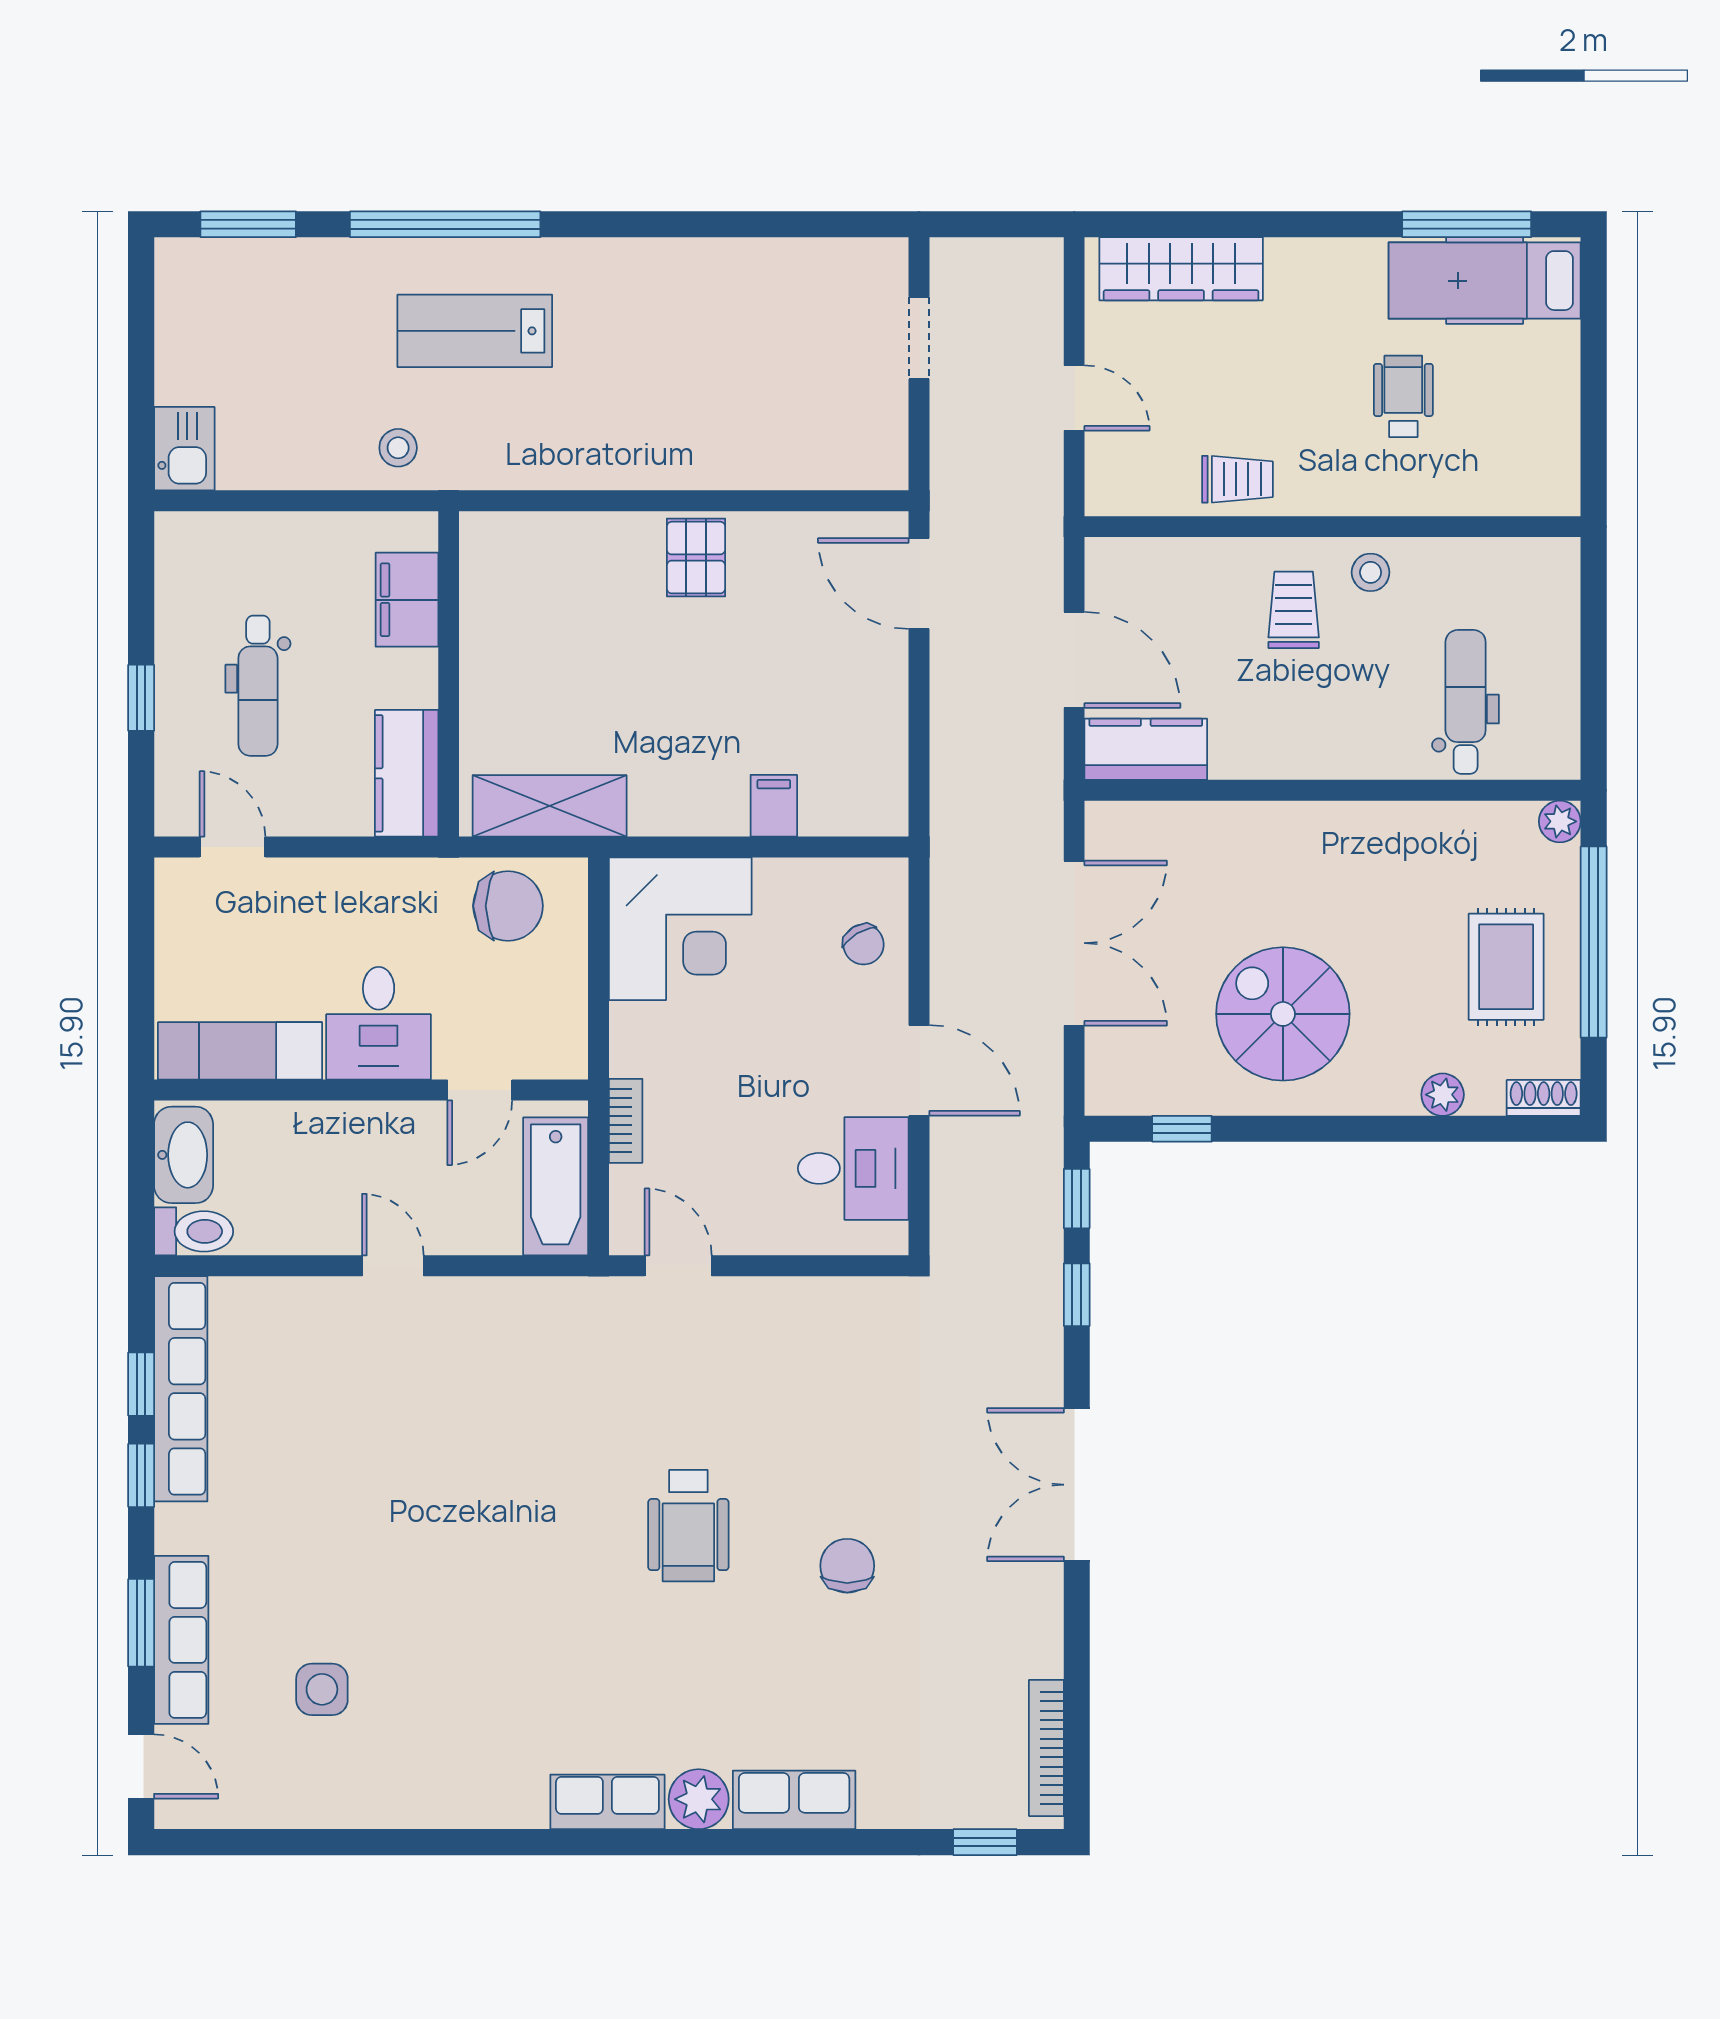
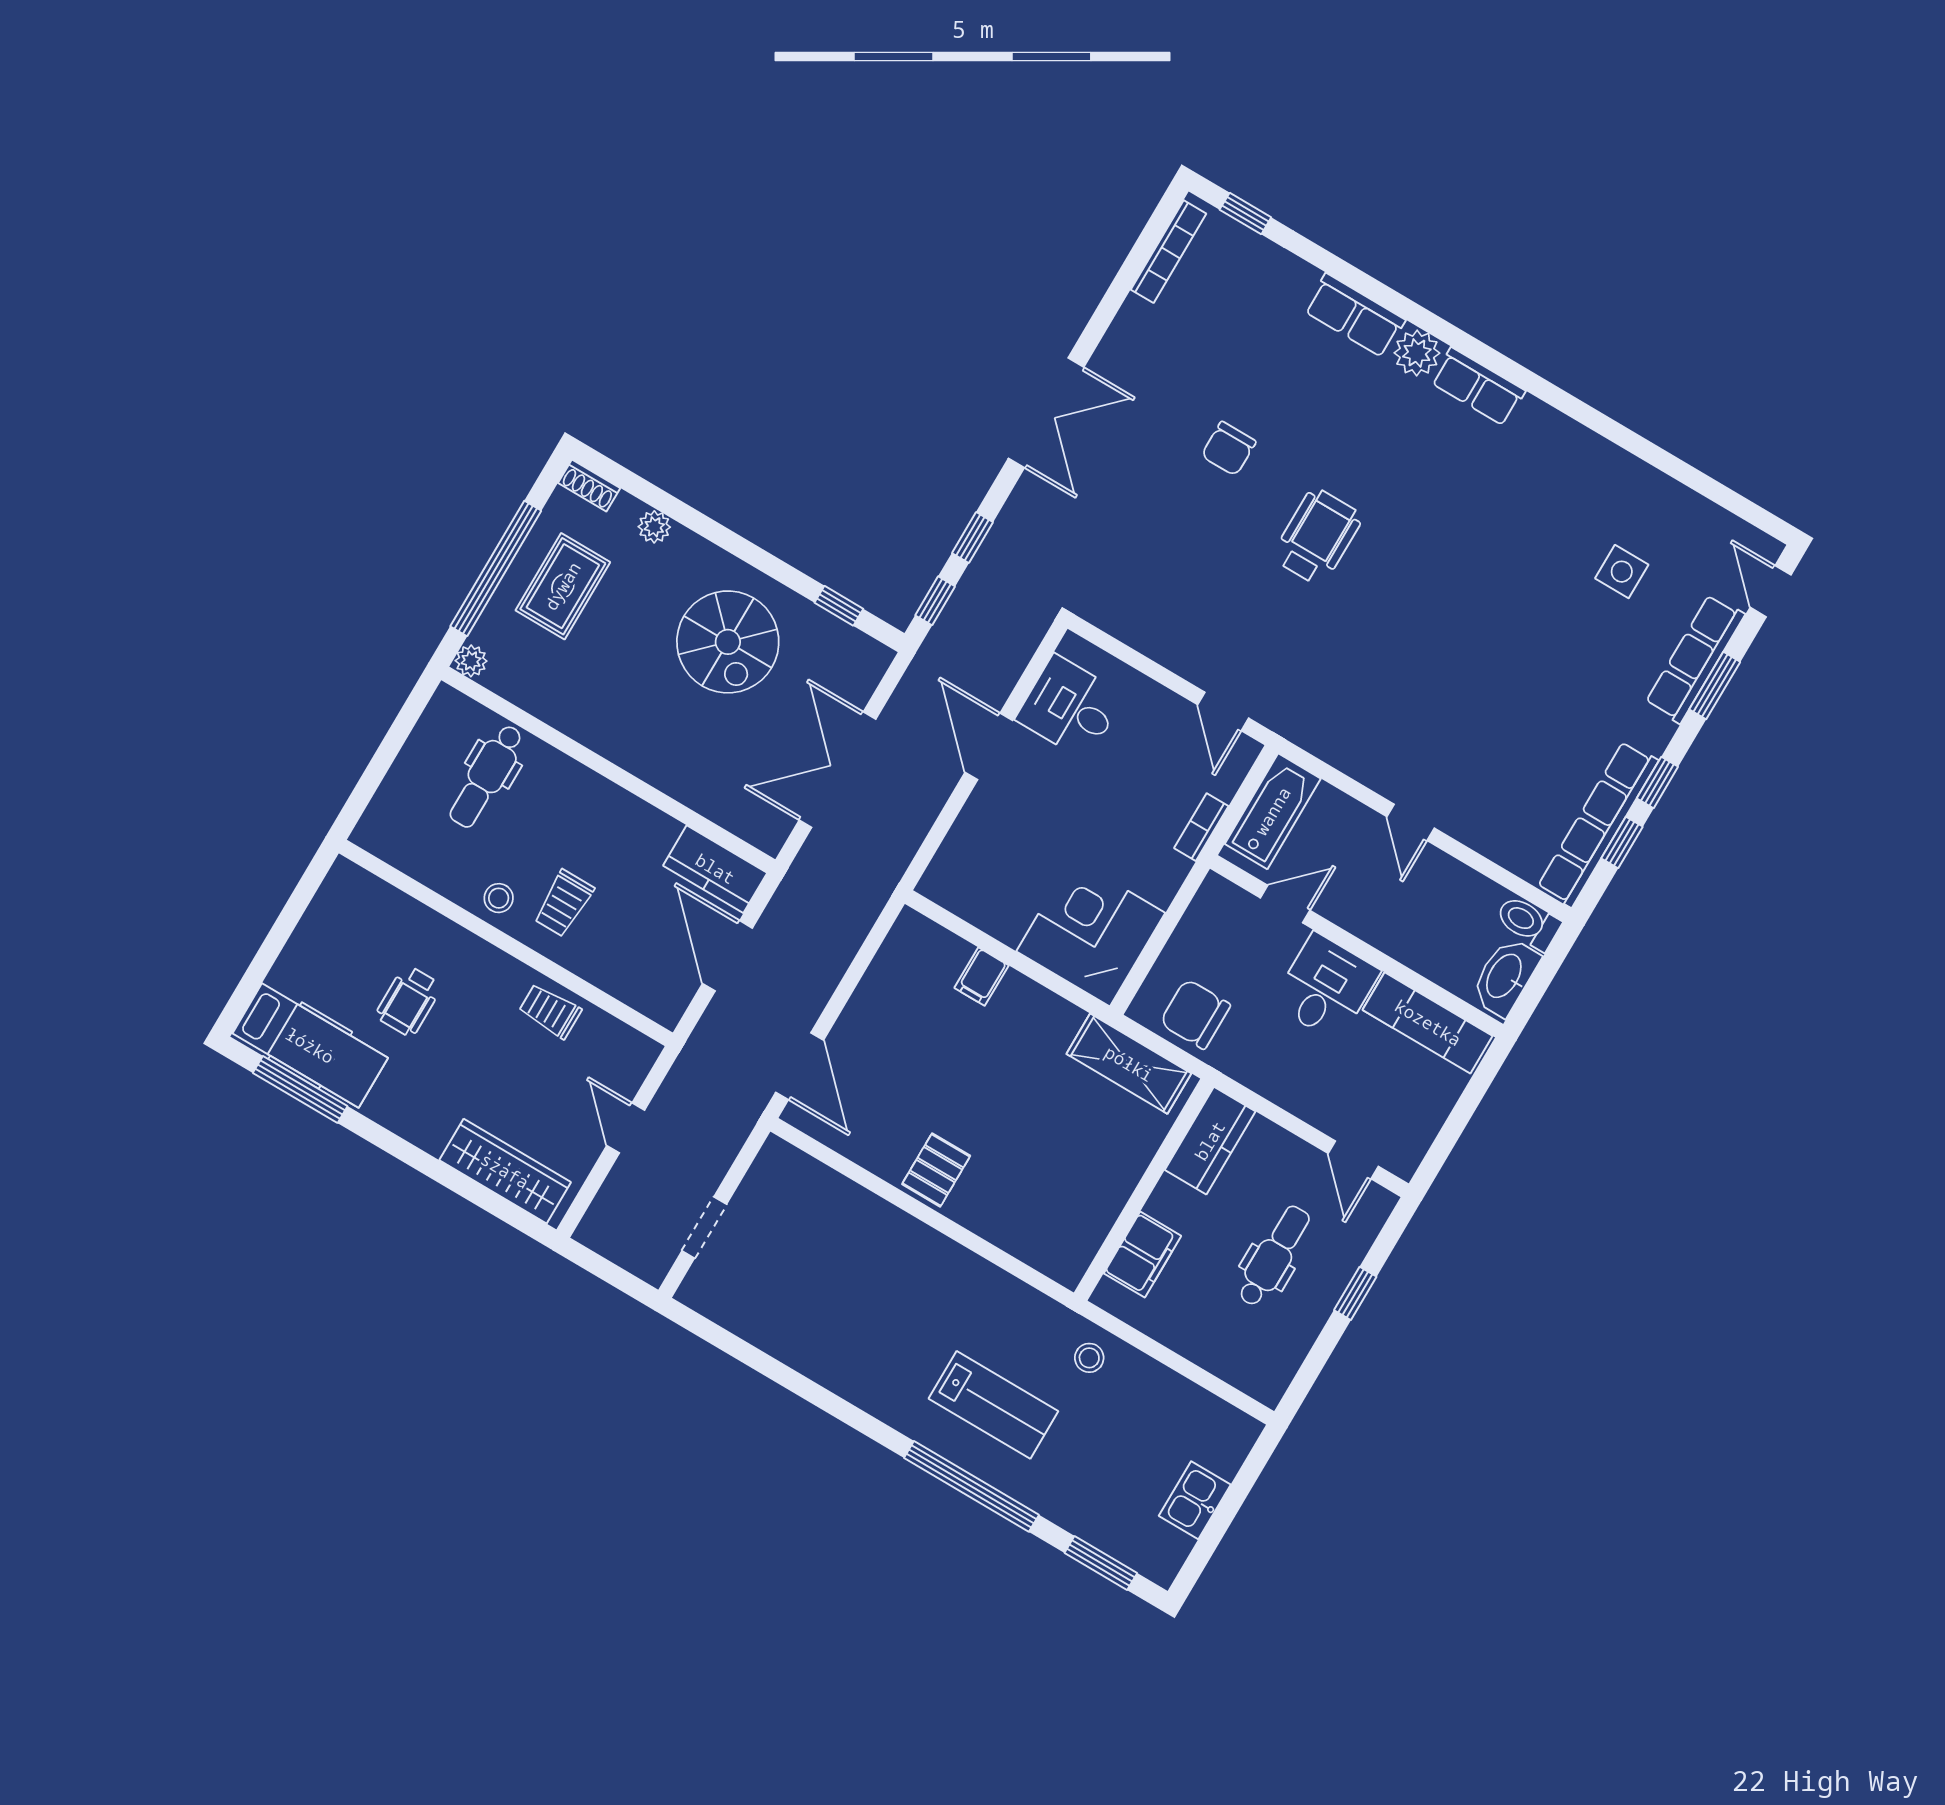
kitchen sink: (184, 449) -> (1195, 1500), moved
chair: (864, 944) -> (976, 851), removed

